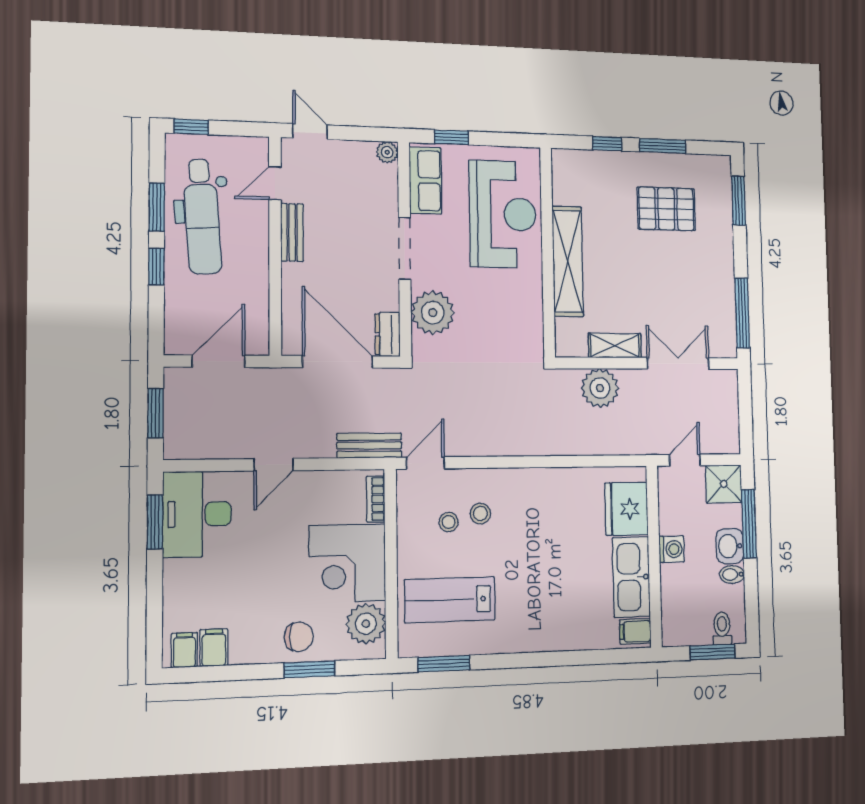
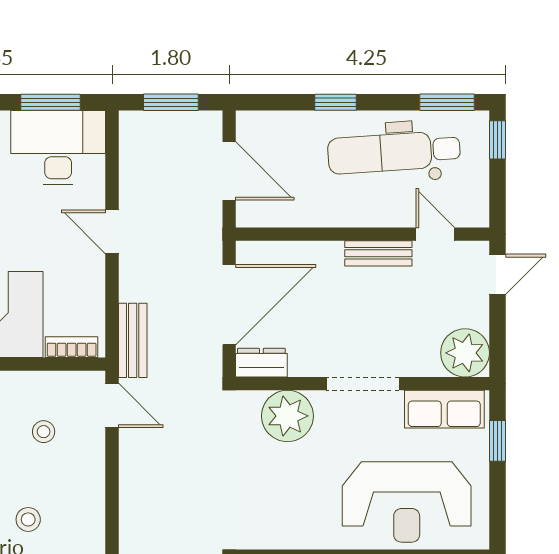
plant: (387, 152) -> (465, 353), width x1.88, depth x1.88
window: (157, 207) -> (447, 102), moved
stool: (480, 514) -> (28, 519), moved

